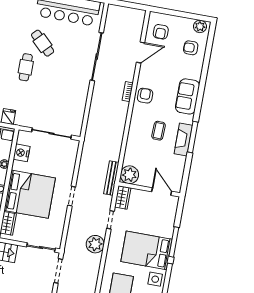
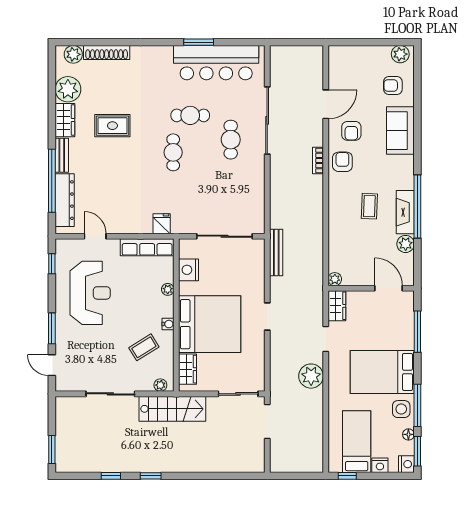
armchair: (161, 32) -> (351, 131), moved
cafe table: (43, 43) -> (190, 115), turned -44
cafe table: (68, 66) -> (231, 140), added
sofa: (188, 96) -> (400, 131), moved
window: (193, 137) -> (417, 206), width x1.46
plant: (179, 162) -> (406, 244), added
plant: (129, 175) -> (335, 279), width x0.53, depth x0.53
bench: (111, 178) -> (276, 252), moved
window: (174, 242) -> (417, 332), moved

